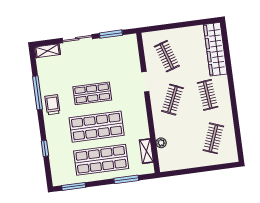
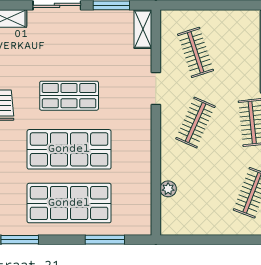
shelving: (146, 151) -> (143, 29), moved

